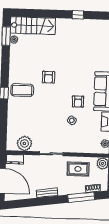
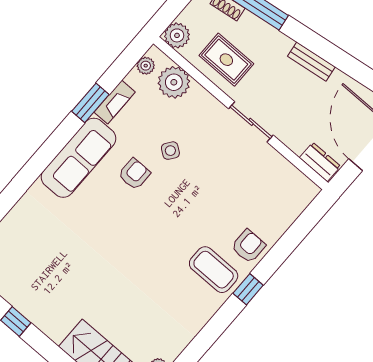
armchair: (49, 77) -> (248, 246), moved
plant: (24, 143) -> (174, 82), moved

